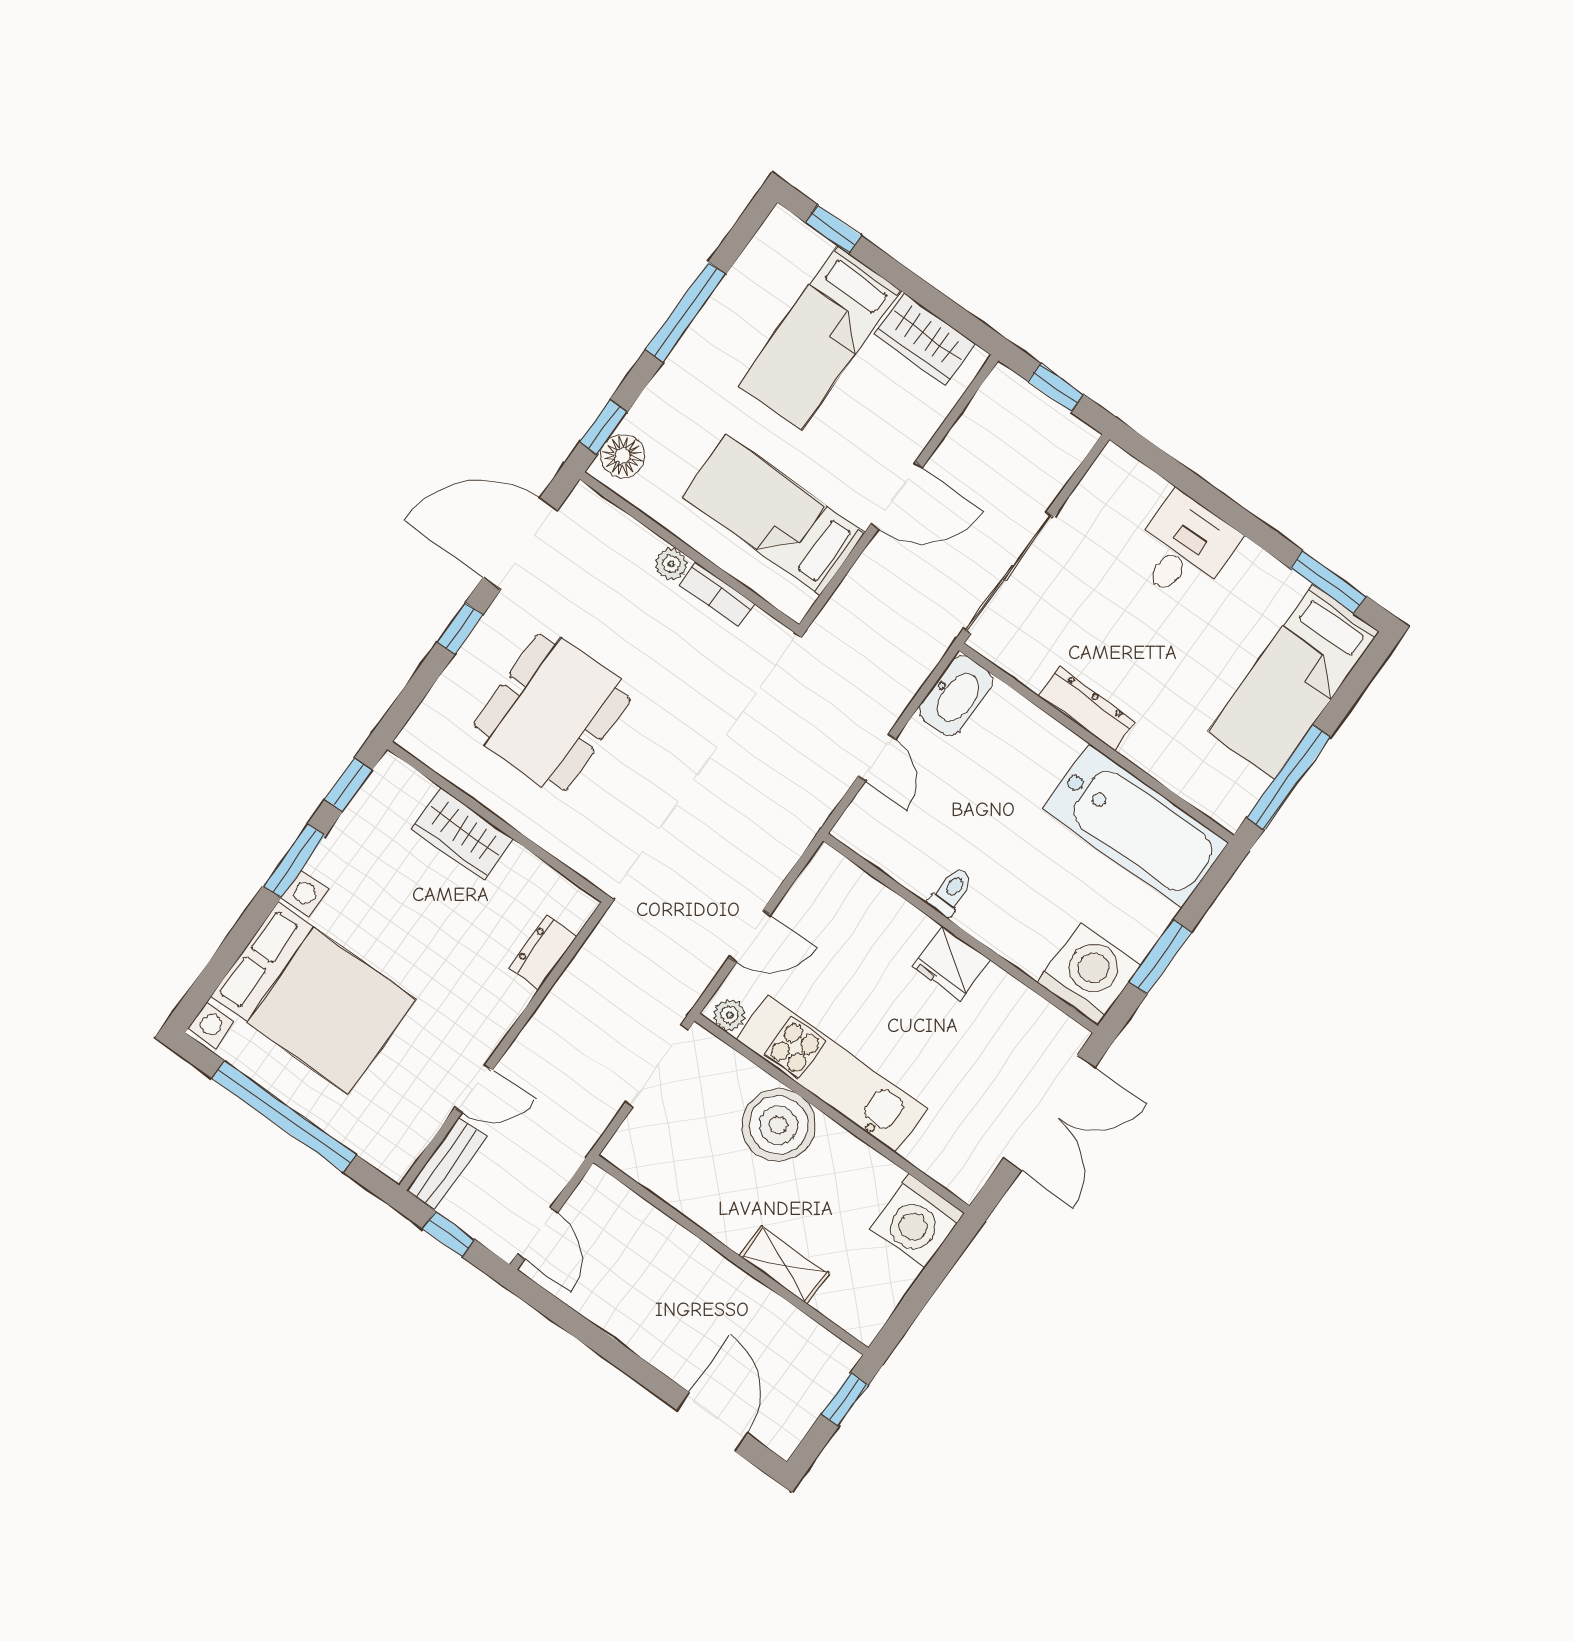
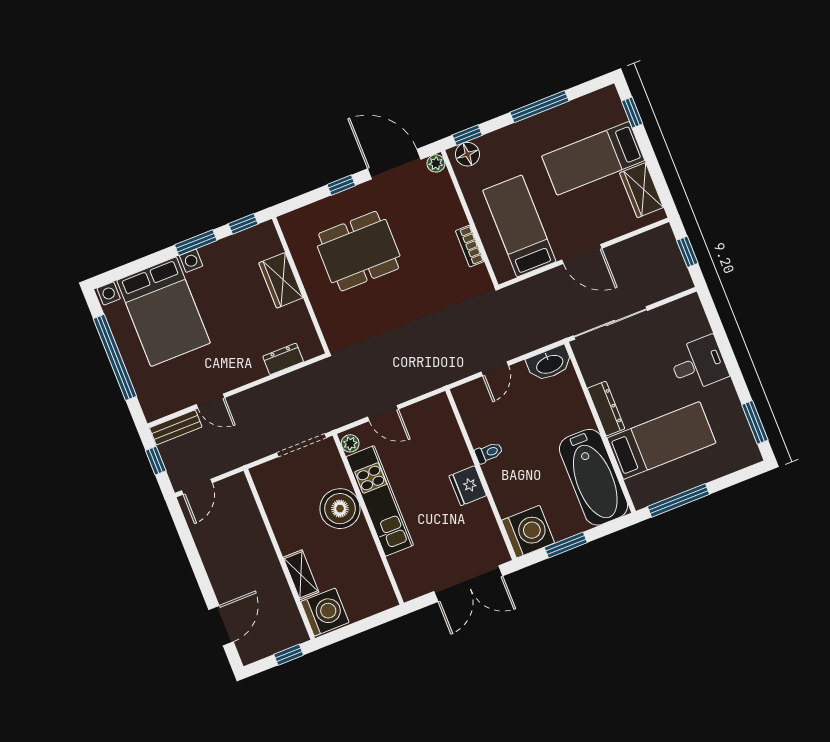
plant: (671, 564) -> (436, 163), moved
bed: (1293, 682) -> (661, 441), moved, turned 180
washing machine: (917, 1221) -> (325, 612), moved, turned 180

